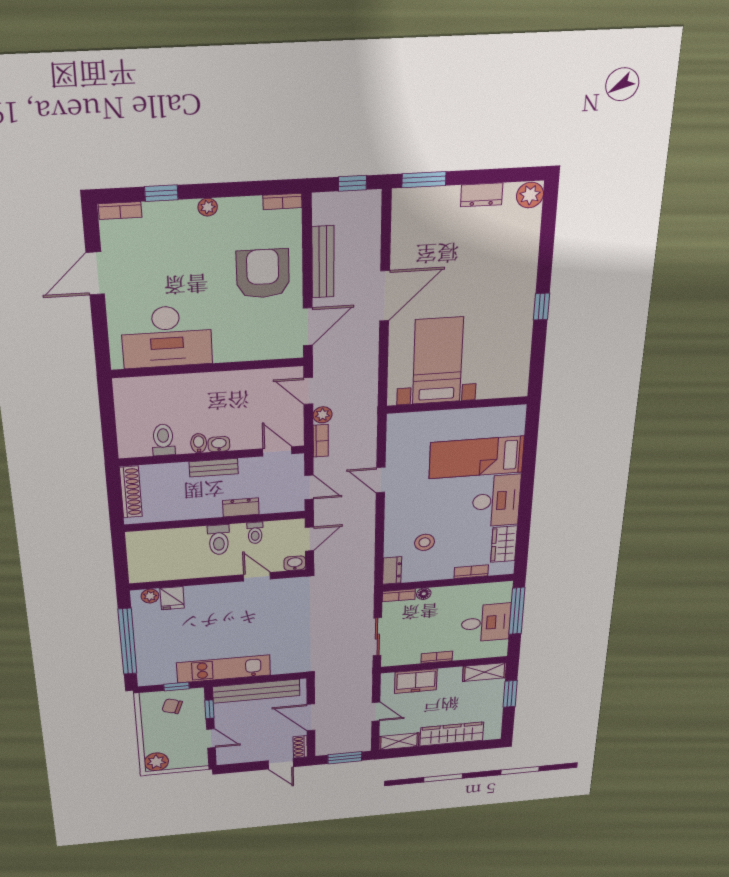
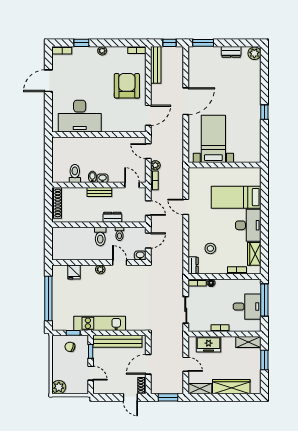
bench: (323, 262) -> (156, 65), moved
plant: (150, 596) -> (100, 269), moved
door: (311, 717) -> (148, 364), hinge flipped

